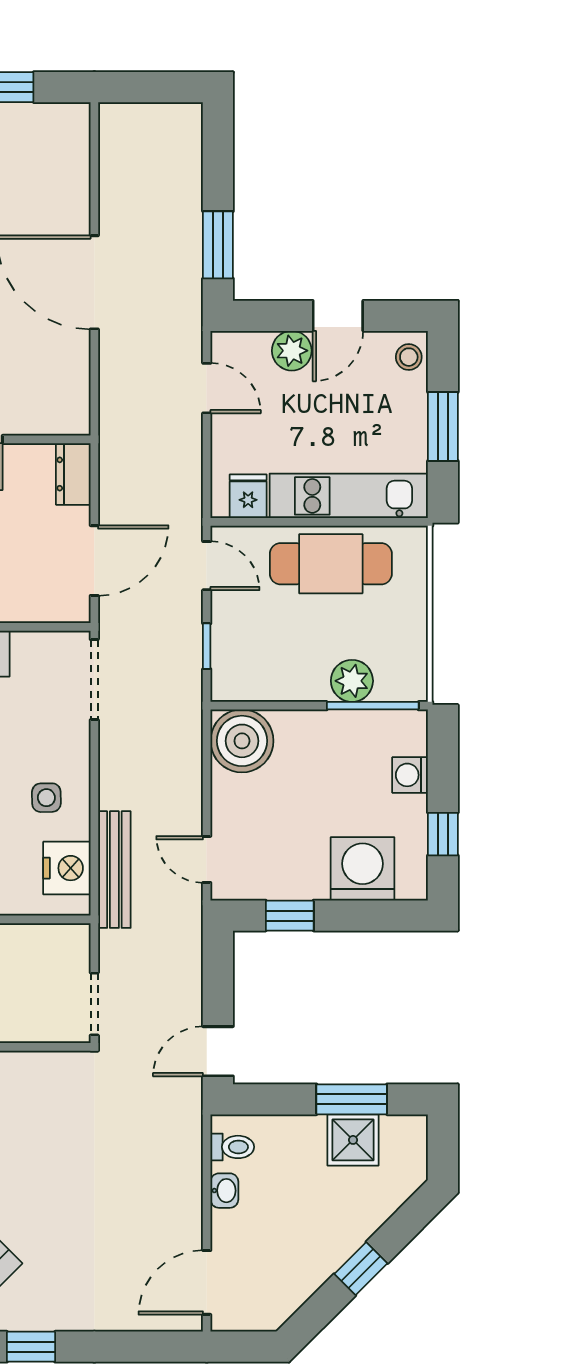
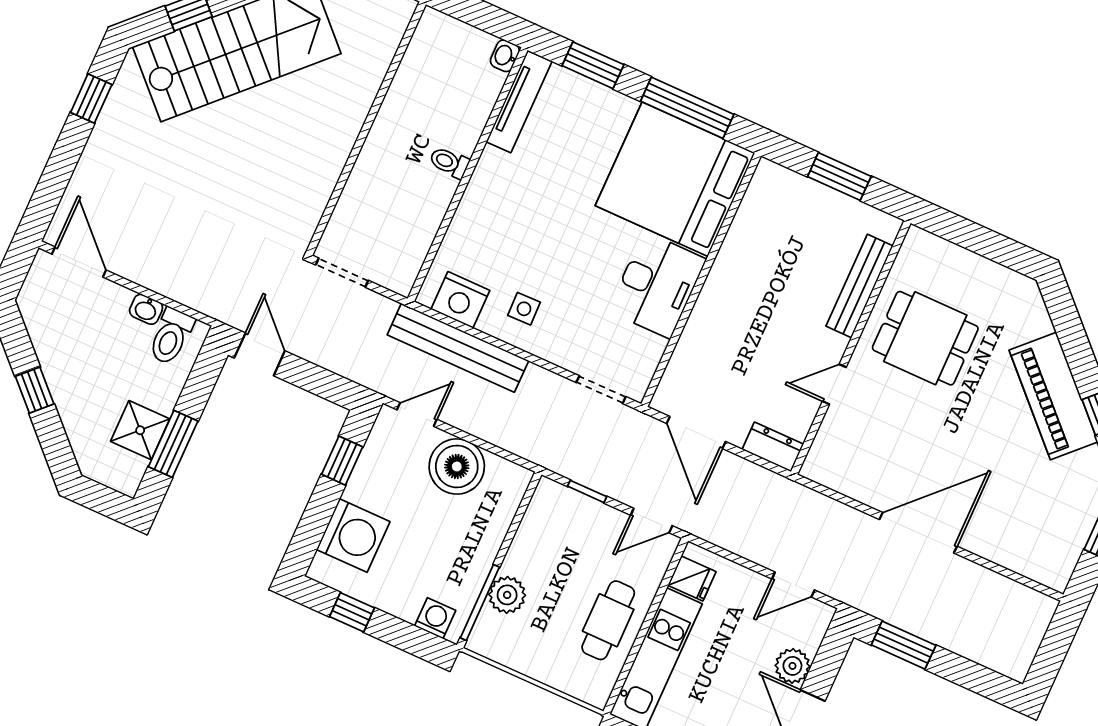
cafe table: (331, 564) -> (608, 620), width x0.73, depth x0.74
doorway: (94, 680) -> (601, 390), width x0.73
boiler: (242, 741) -> (457, 466), moved
washing machine: (410, 775) -> (435, 618), moved
bench: (114, 870) -> (458, 348), width x1.37, depth x1.21
toilet: (232, 1147) -> (171, 336), width x1.37, depth x1.39

